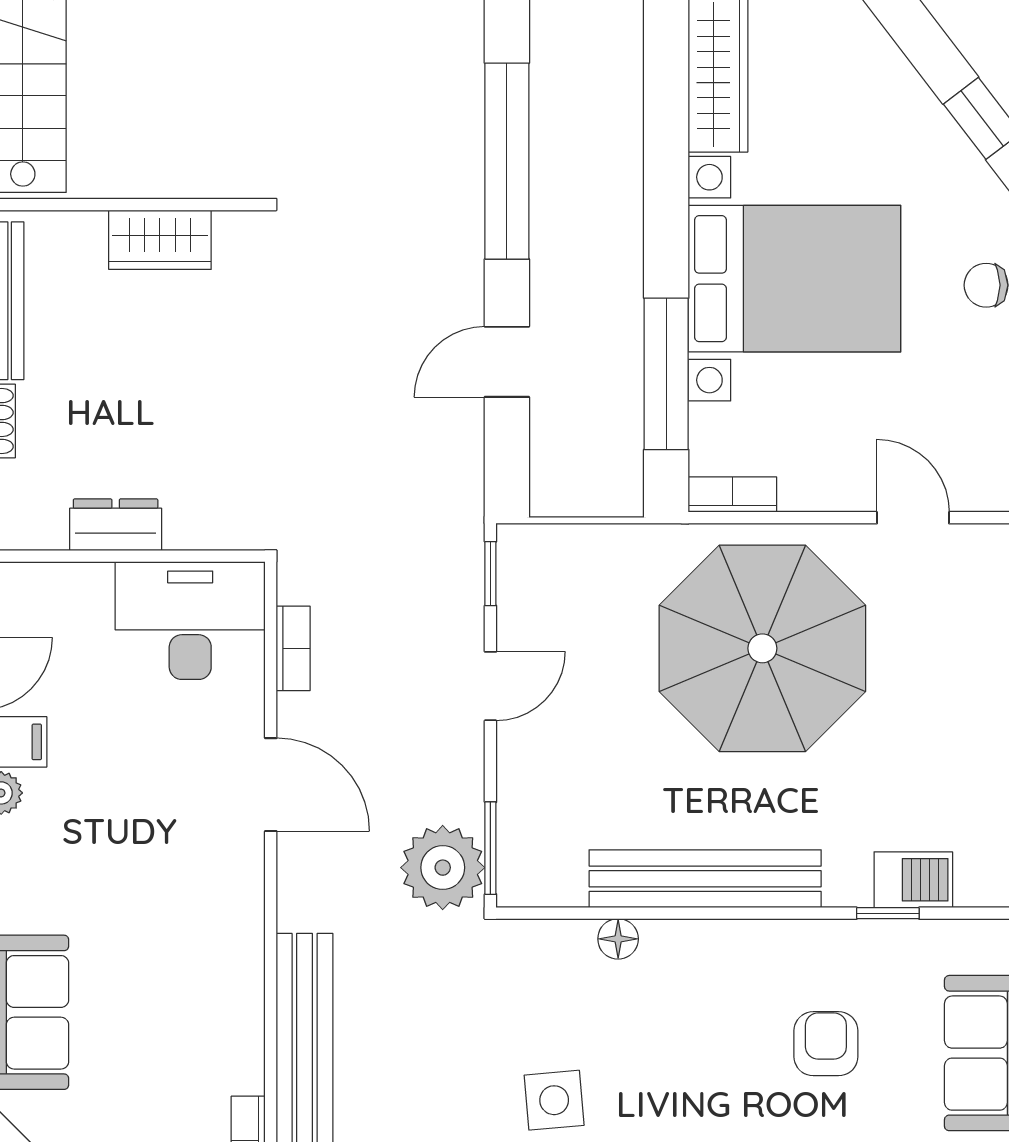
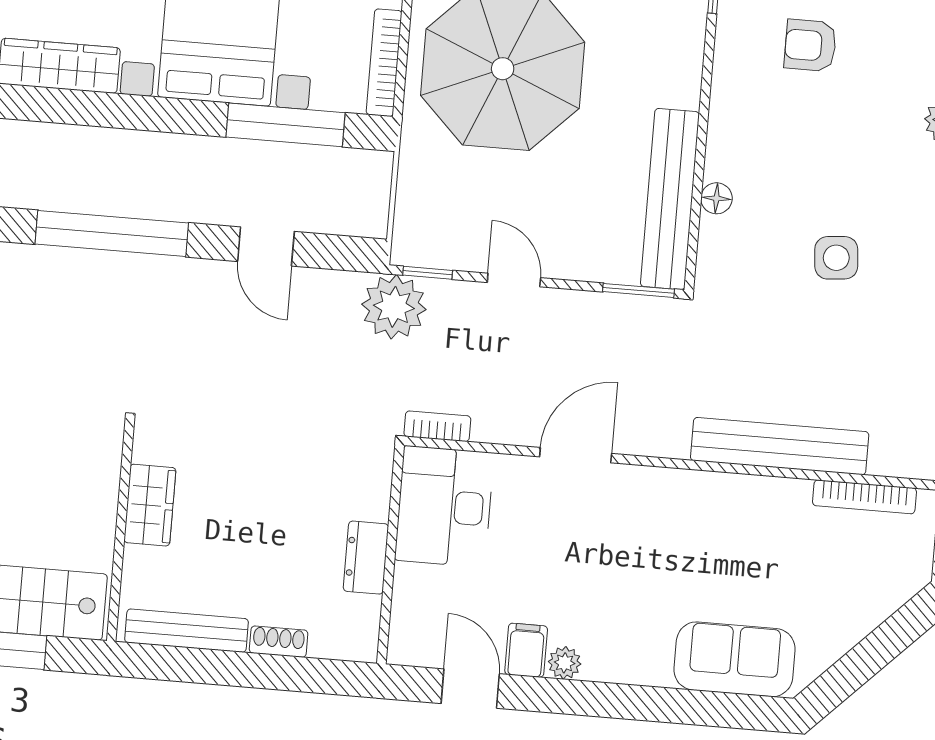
bookcase: (732, 494) -> (384, 63), width x1.56
bookcase: (293, 648) -> (437, 426), moved
plant: (443, 868) -> (394, 307), moved
bench: (705, 879) -> (670, 199), moved

